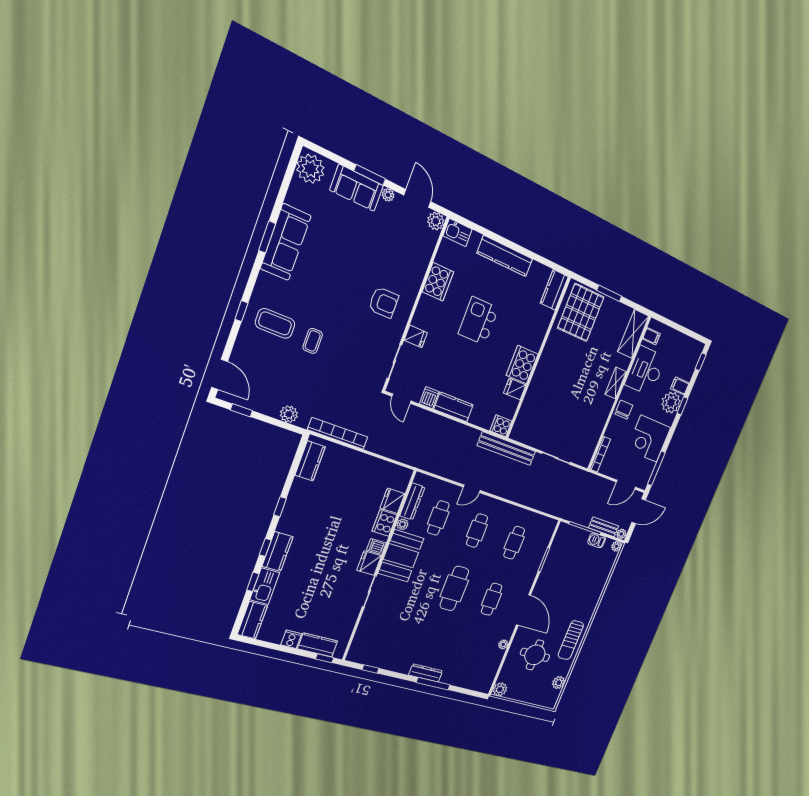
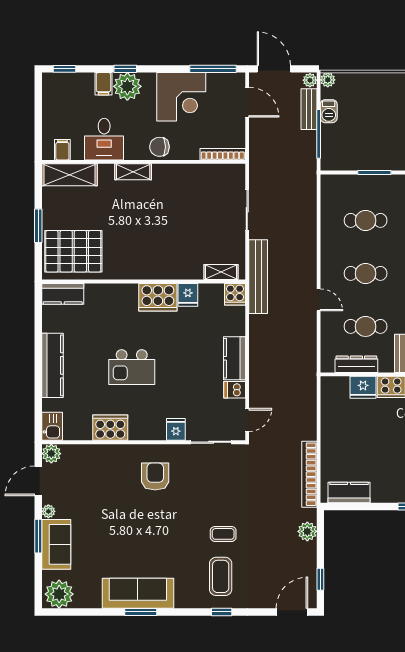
desk: (645, 371) -> (104, 139), width x0.73
shelving: (521, 421) -> (221, 272), added
plant: (402, 524) -> (386, 366), removed

